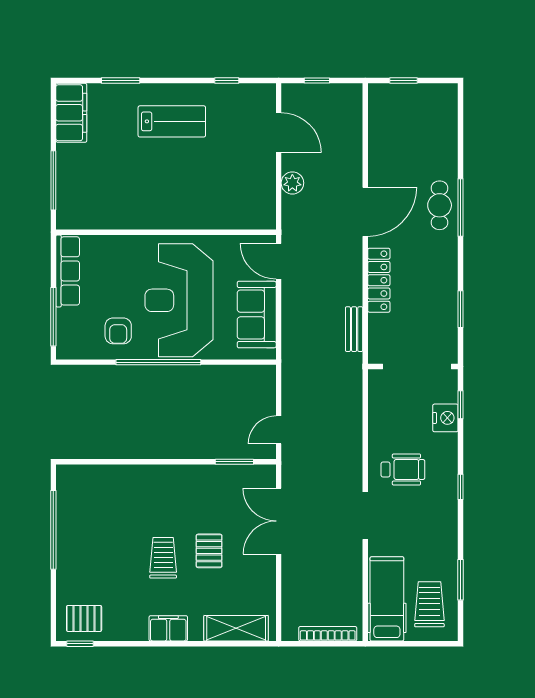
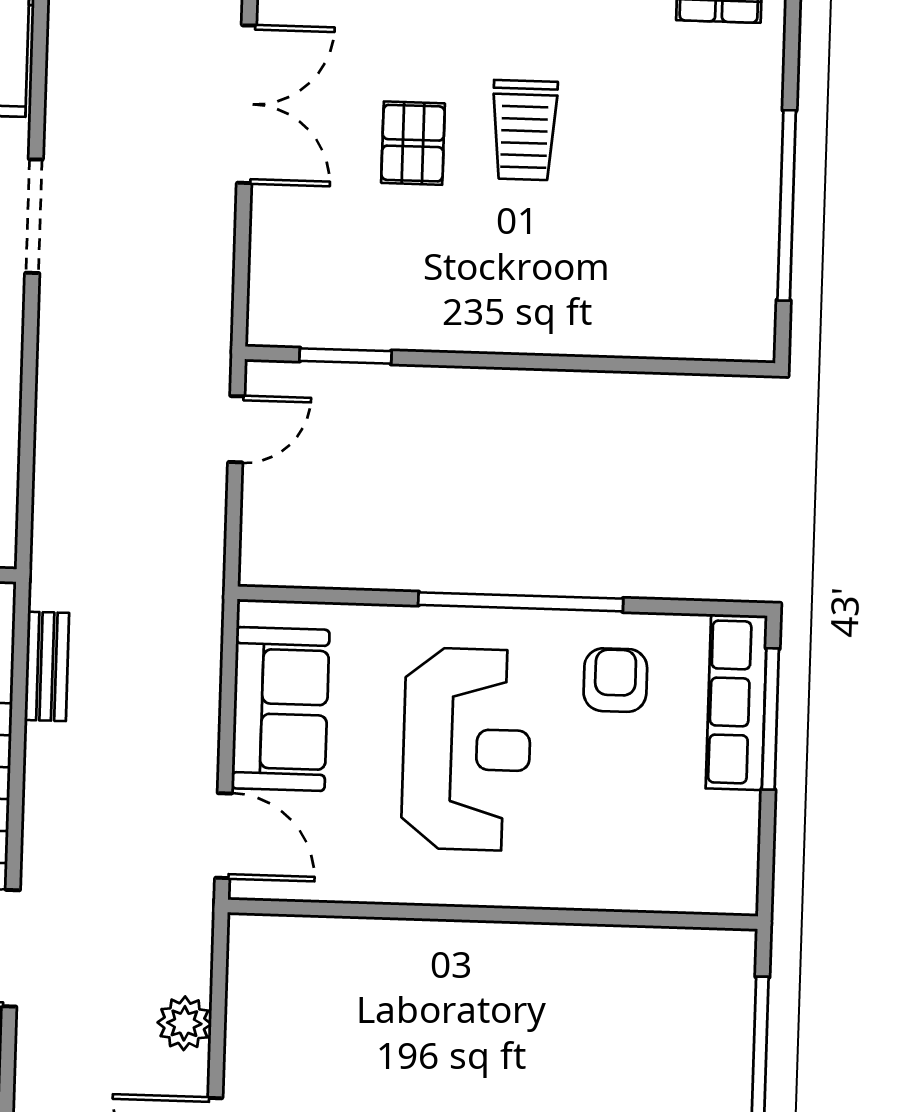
row of seats: (68, 271) -> (736, 702), moved
reception desk: (179, 300) -> (467, 749), width x0.74, depth x0.77
double door: (279, 521) -> (247, 104), moved

